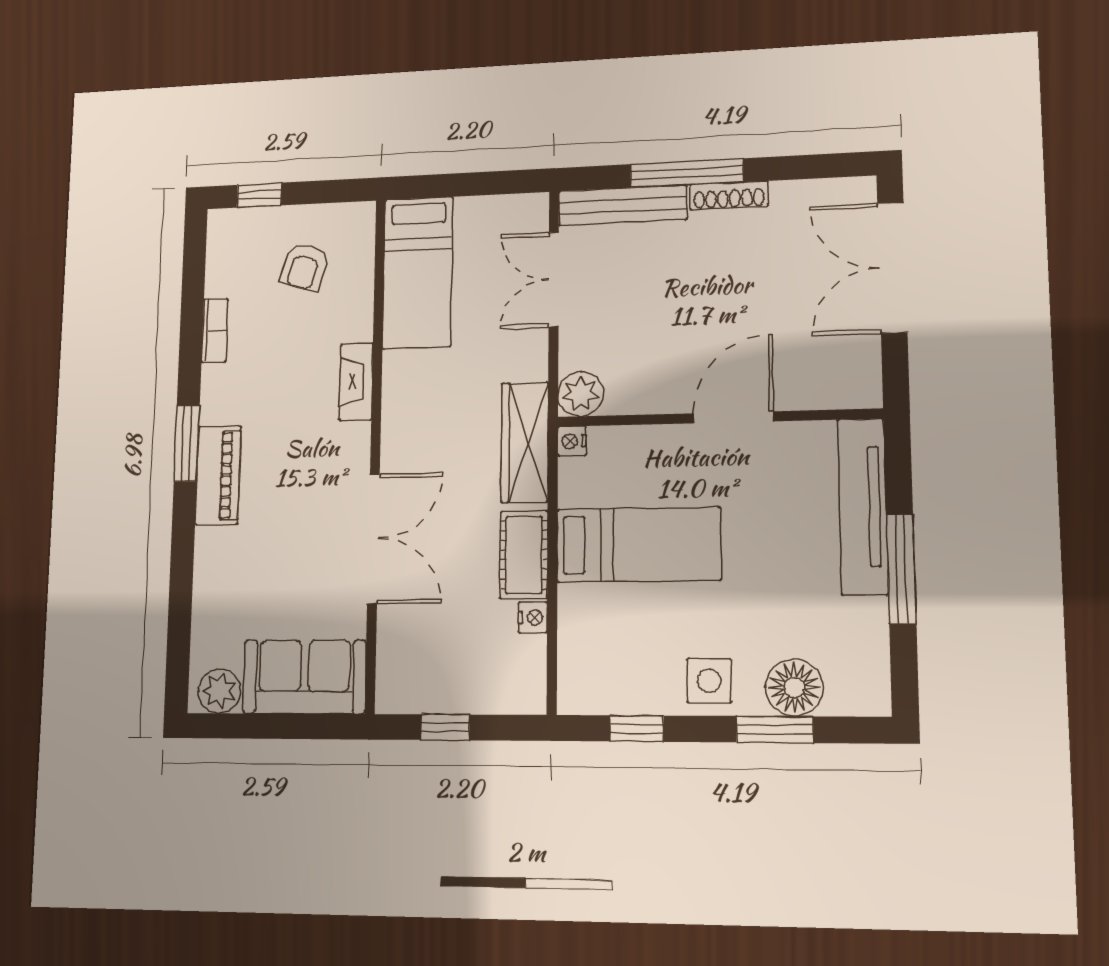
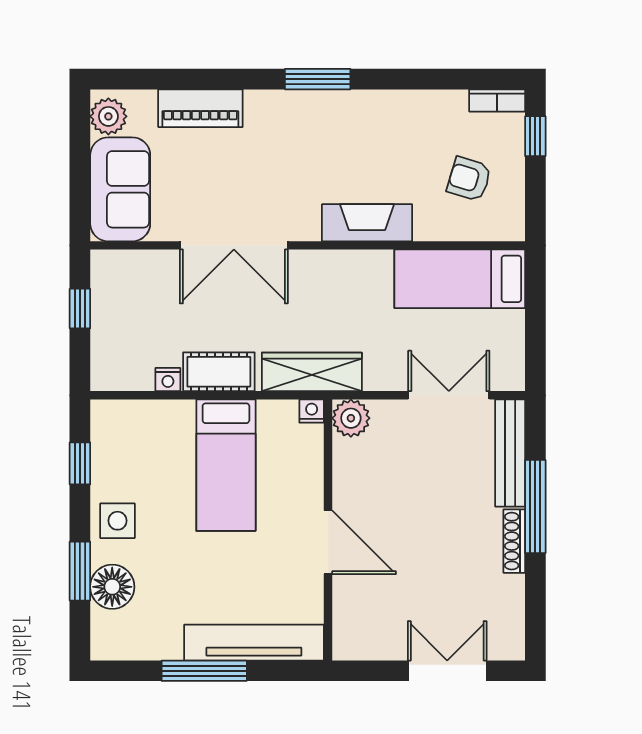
double door: (892, 268) -> (447, 671), width x0.73
bookcase: (215, 331) -> (497, 100), moved
fireplace: (356, 382) -> (367, 223), width x1.37, depth x1.32
piano: (218, 475) -> (200, 108), moved

